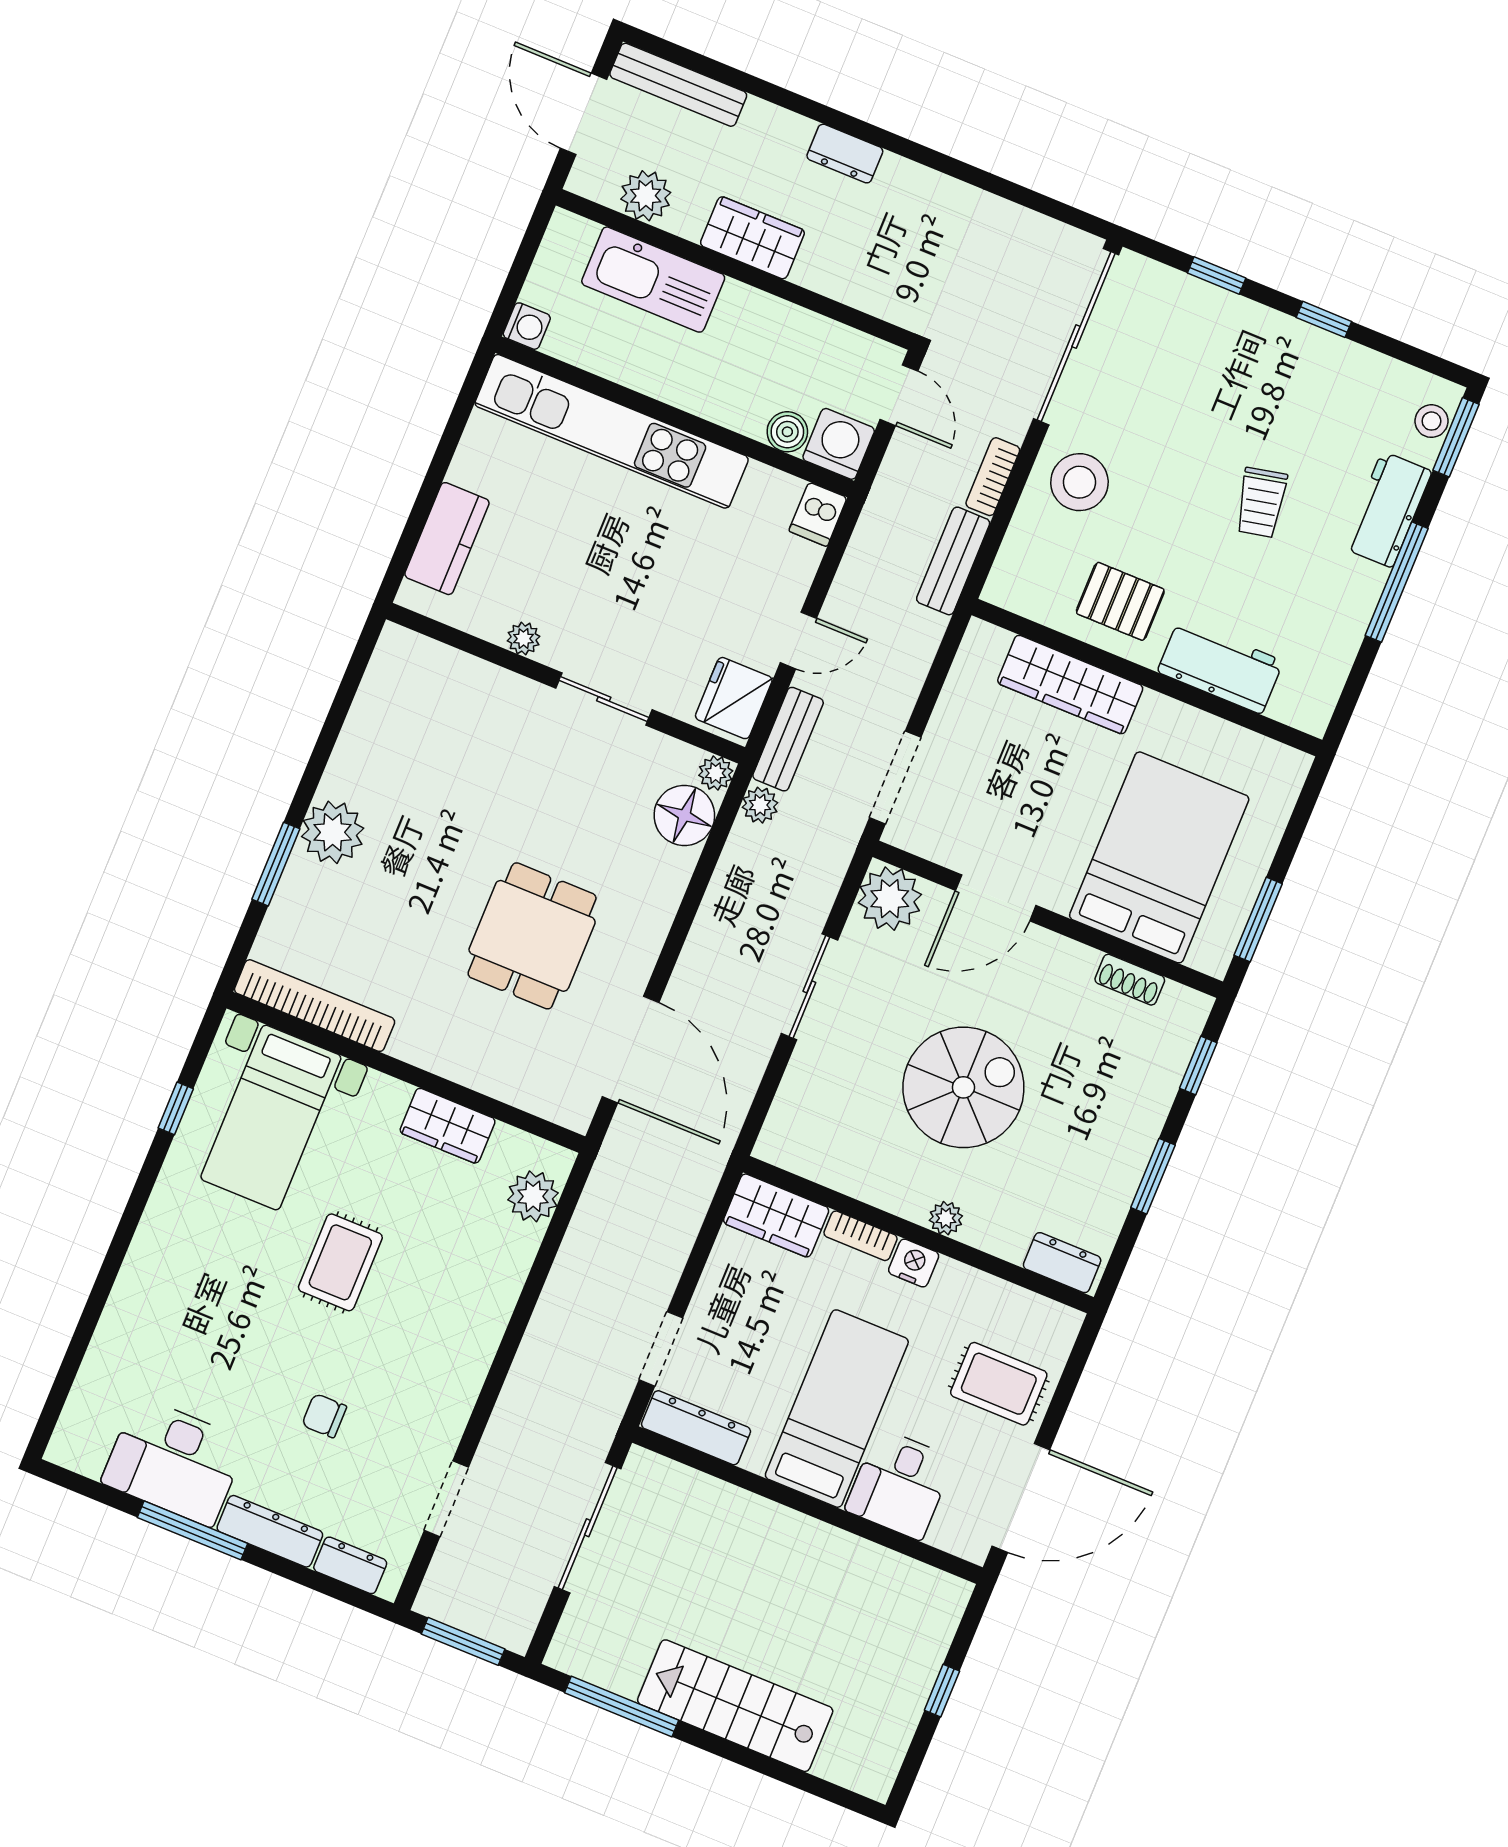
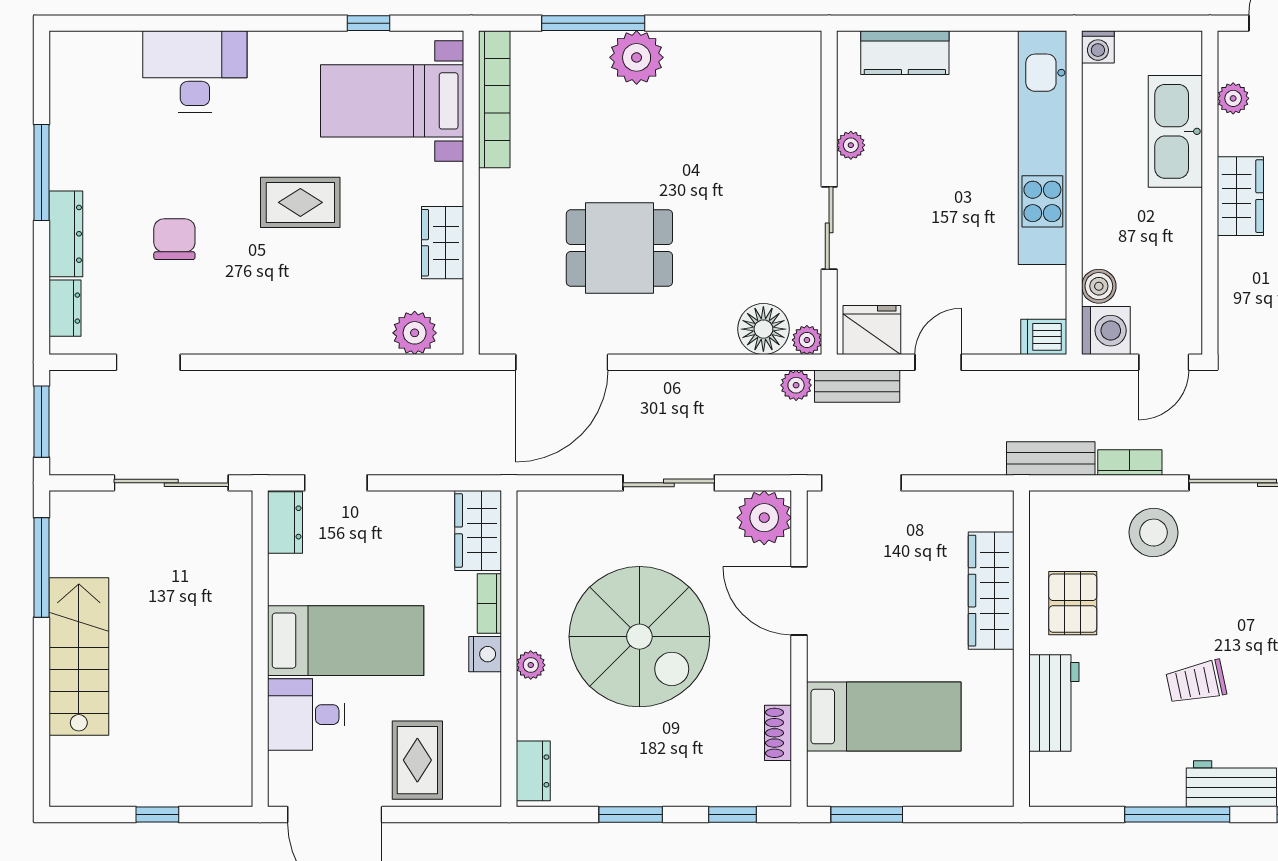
plant: (646, 196) -> (1233, 98), width x0.73, depth x0.73
door: (798, 640) -> (938, 362), swing flipped
bed: (1159, 857) -> (884, 717), width x0.67
window: (276, 864) -> (593, 23), width x1.44
spiral stairs: (963, 1087) -> (639, 637), width x1.37, depth x1.37
chair: (324, 1416) -> (174, 239), width x1.37, depth x1.37
dresser: (696, 1428) -> (285, 522), width x0.70
desk: (174, 1462) -> (195, 71), moved, turned 90

